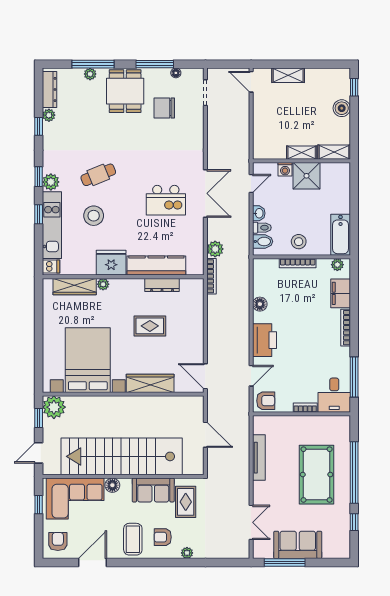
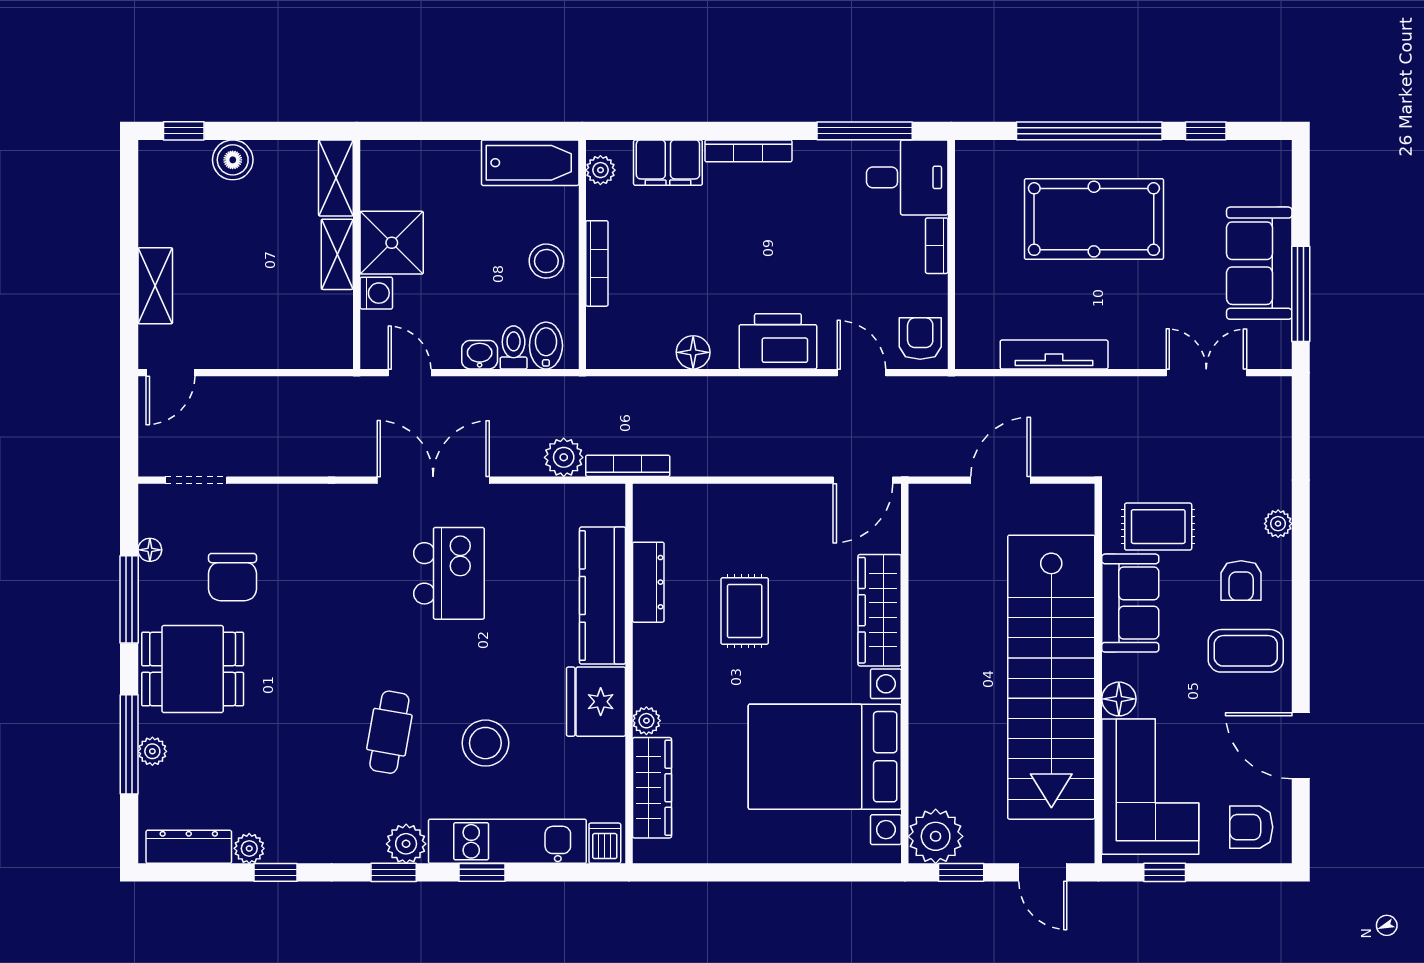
cafe table: (98, 175) -> (389, 732), turned 32

